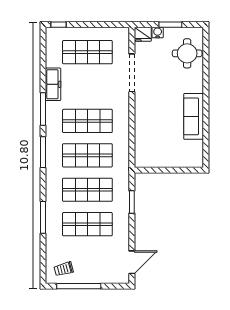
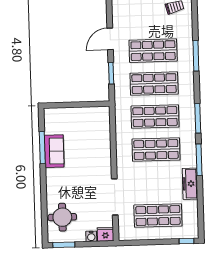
window: (170, 25) -> (64, 245), moved
sofa: (194, 116) -> (54, 151), width x0.73
window: (206, 126) -> (42, 148), added
door: (132, 262) -> (110, 39), moved

